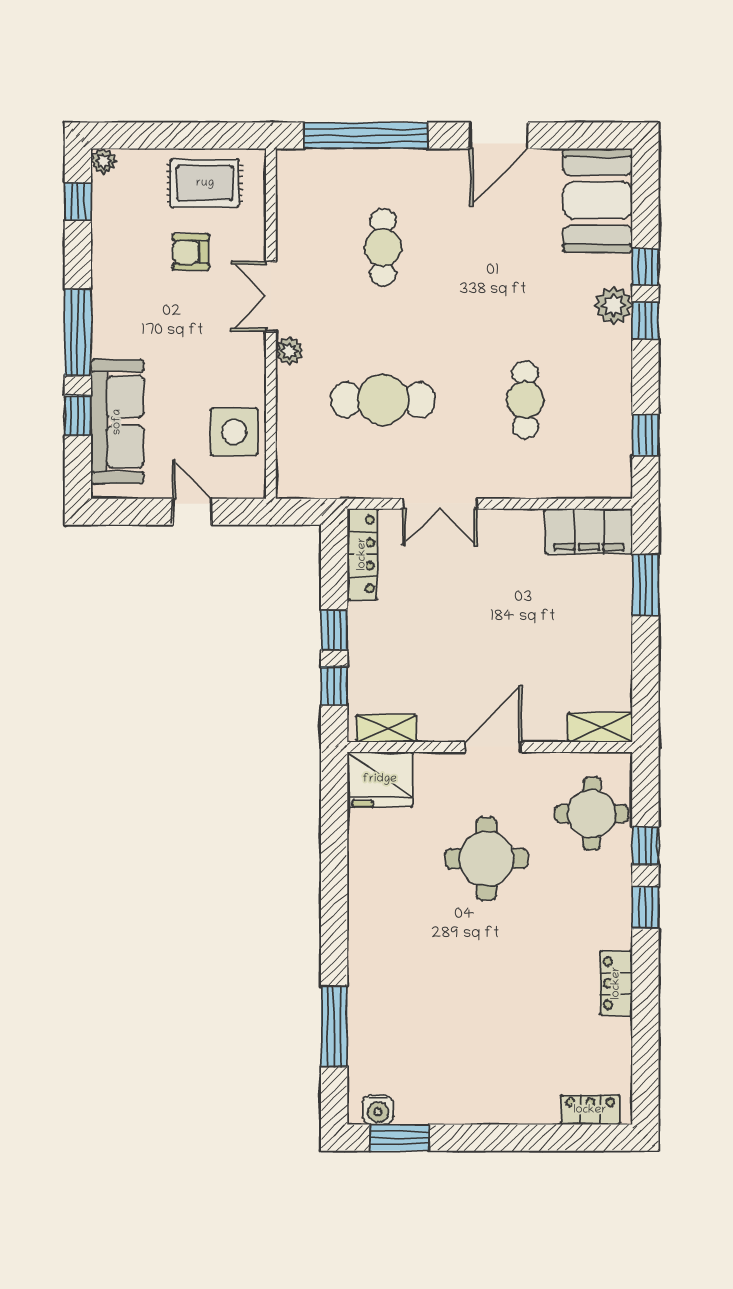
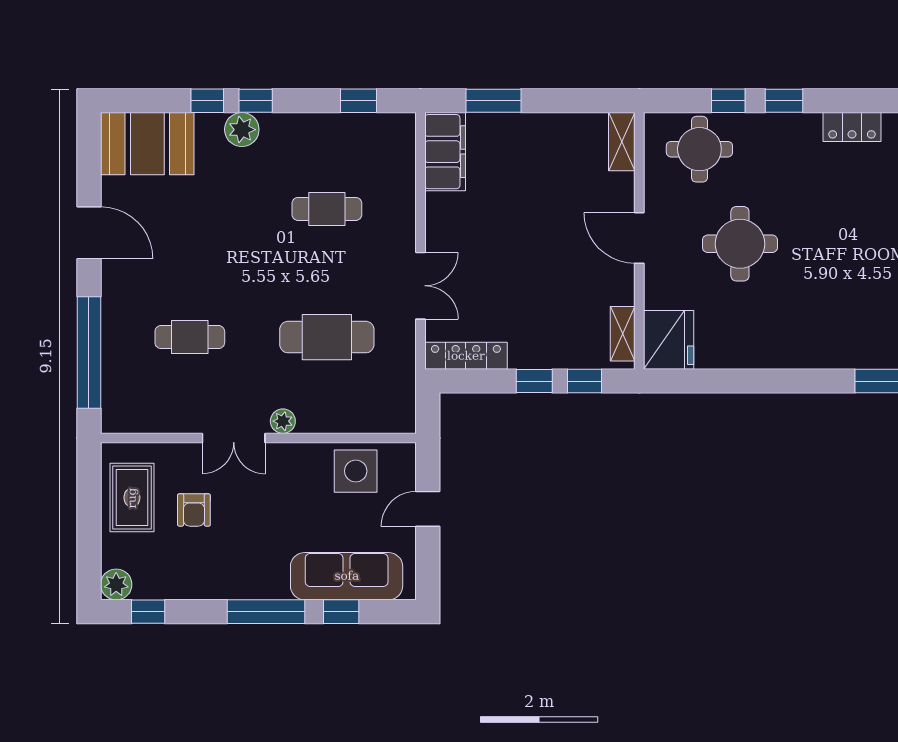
plant: (103, 161) -> (116, 584), width x1.38, depth x1.38
cafe table: (383, 400) -> (327, 337), turned 90

